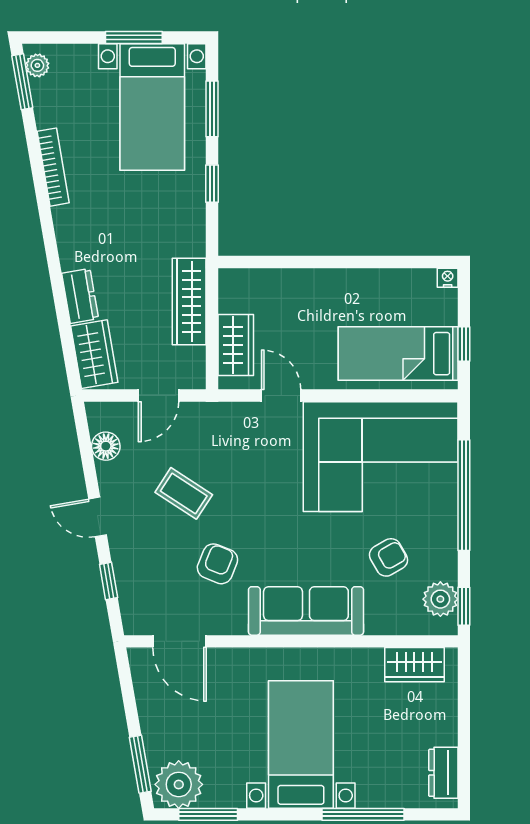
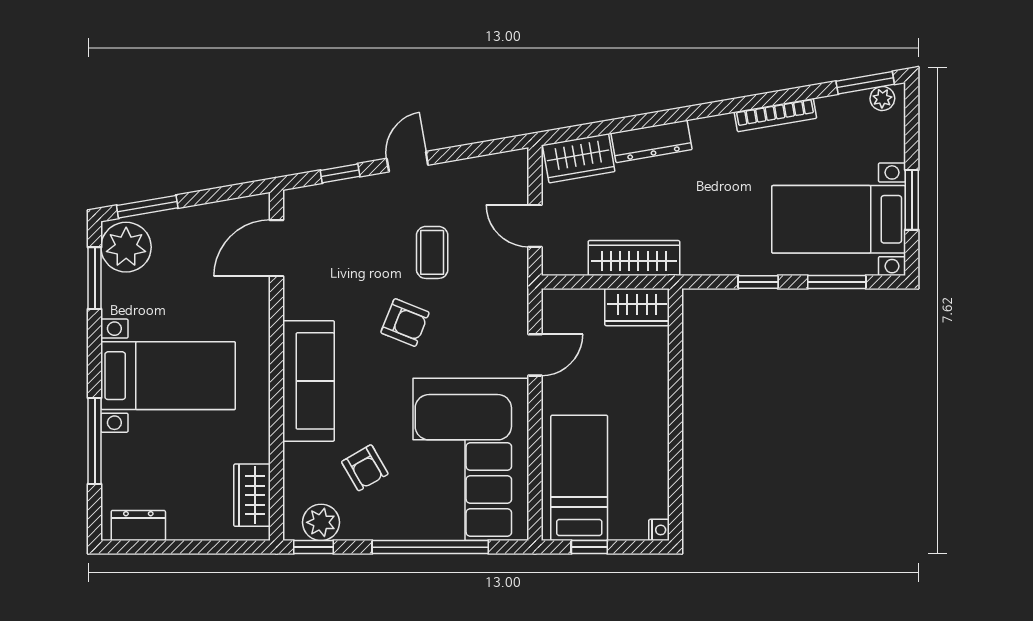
dresser: (80, 296) -> (651, 141), width x1.44
wardrobe: (236, 345) -> (637, 307), moved
floor lamp: (106, 446) -> (482, 170), removed
coffee table: (184, 493) -> (432, 252), turned -33
armchair: (217, 564) -> (405, 323), moved

